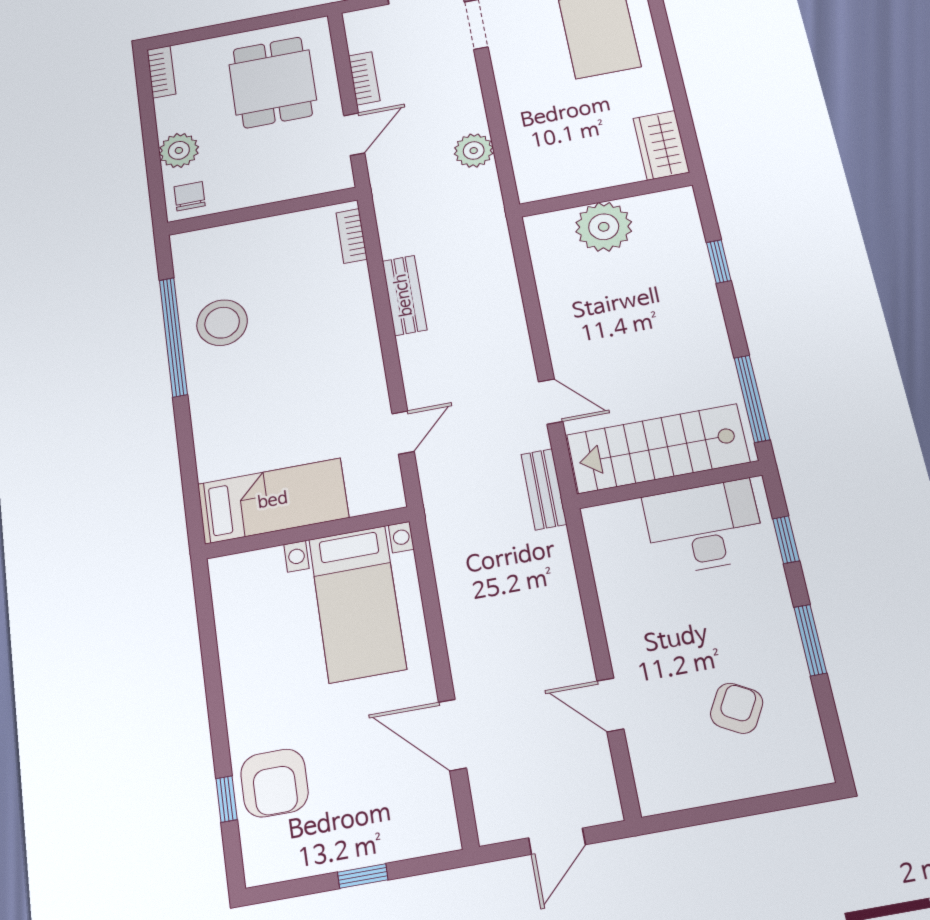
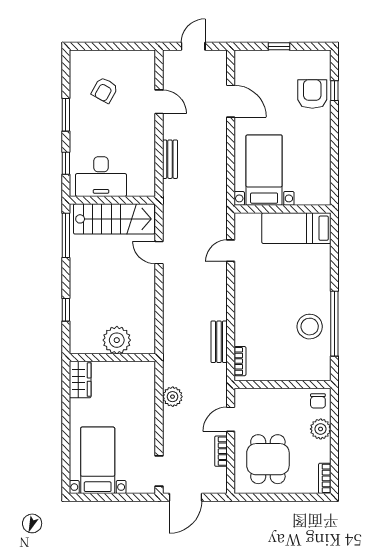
bench: (404, 295) -> (219, 342), moved
bench: (544, 489) -> (170, 159), moved

